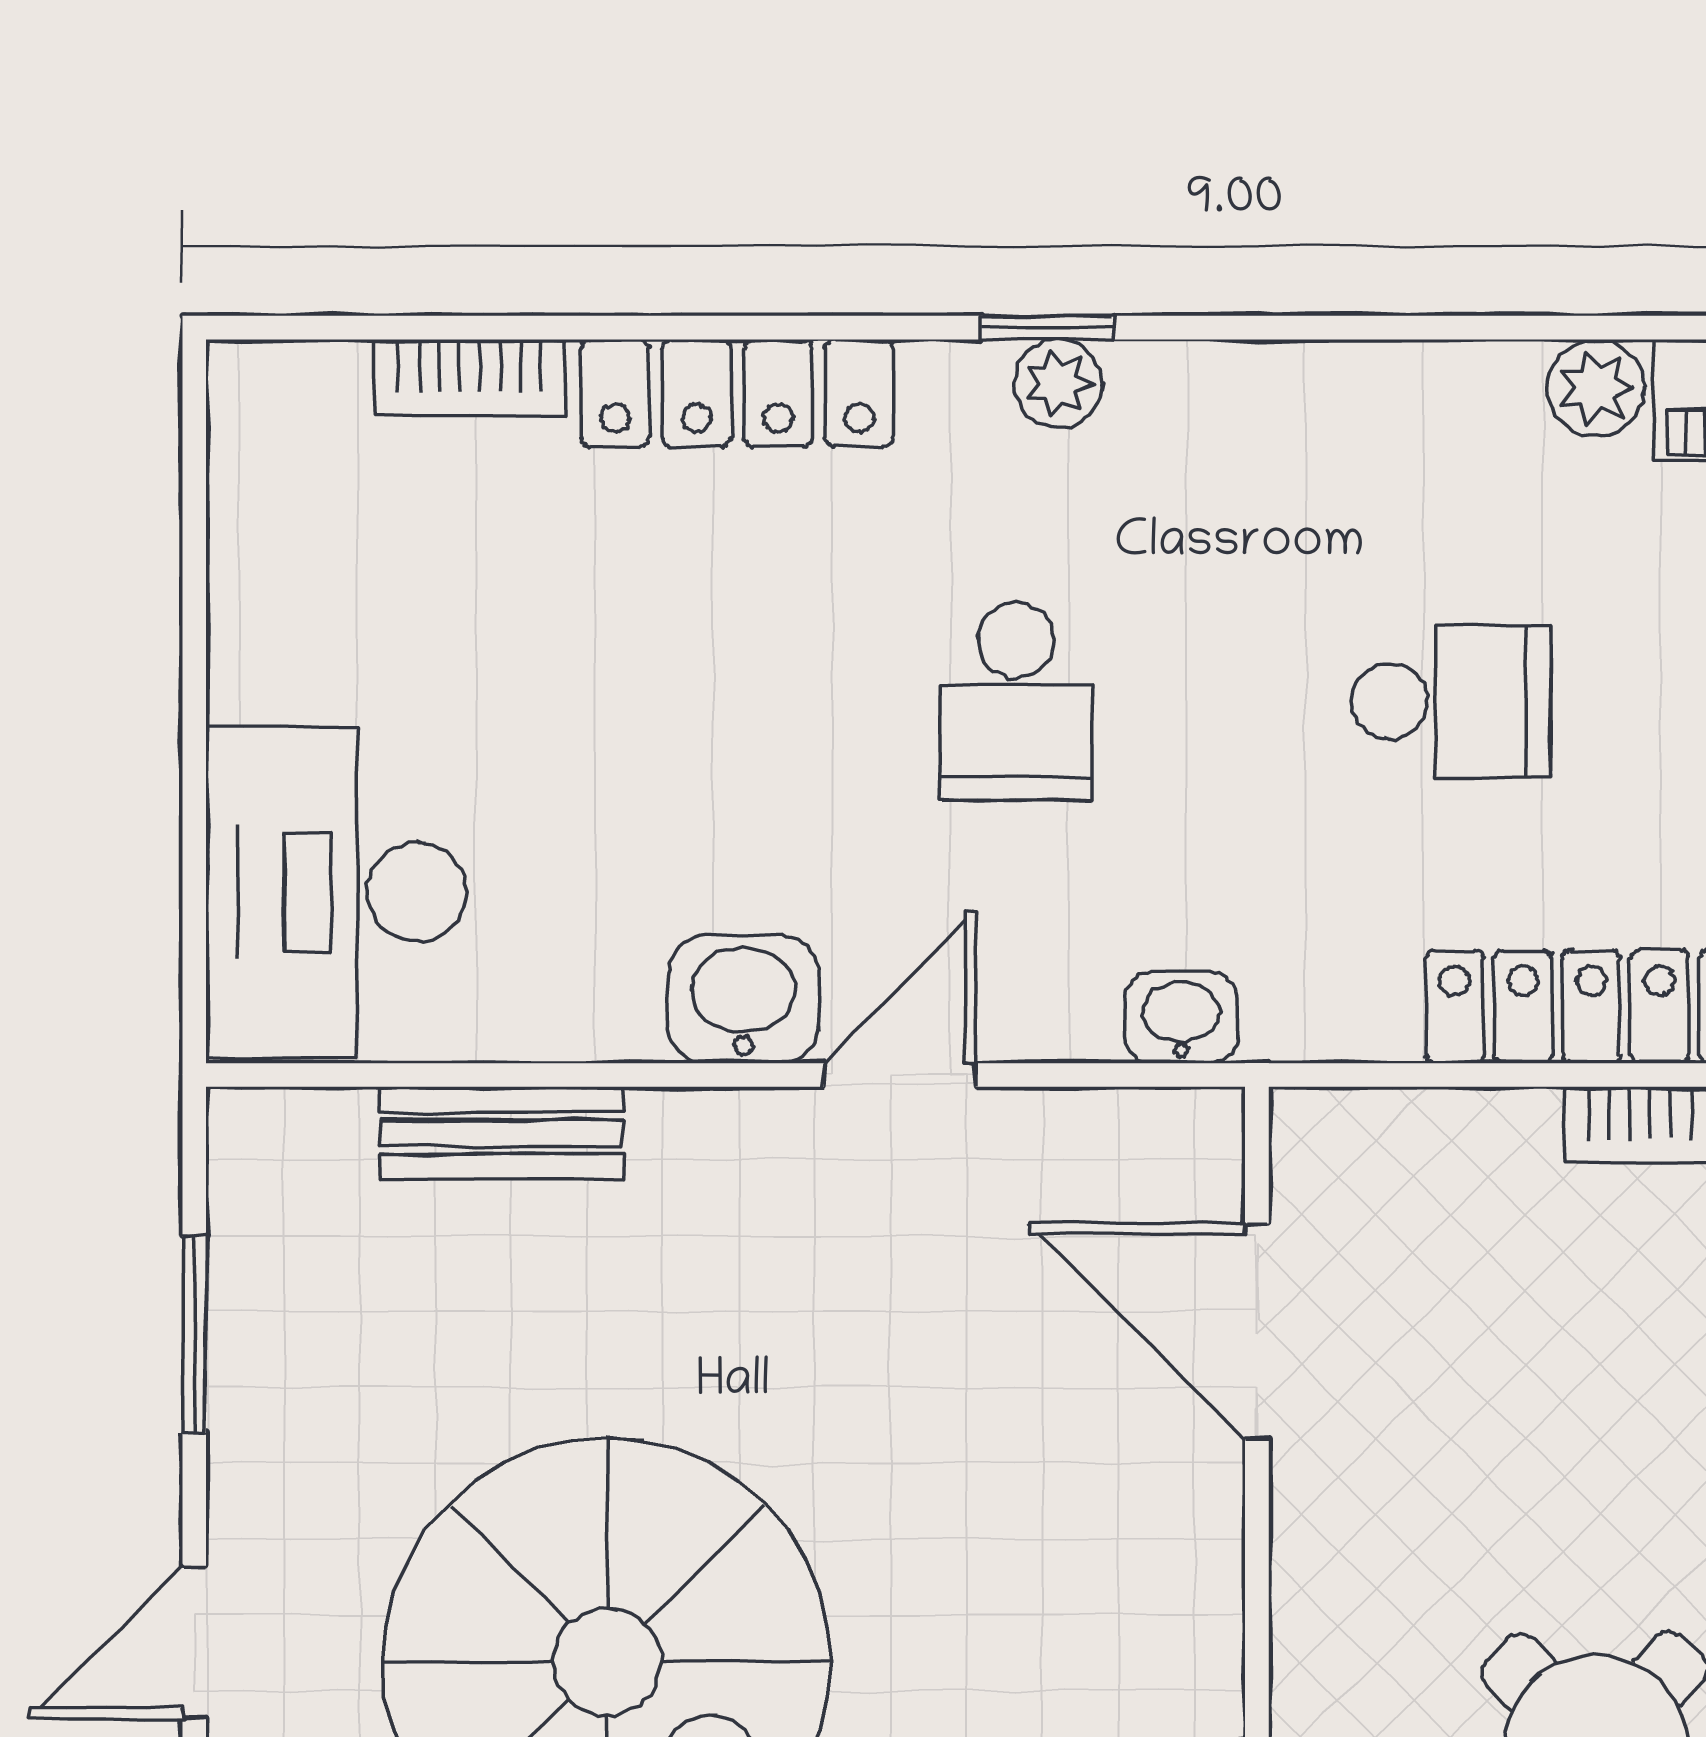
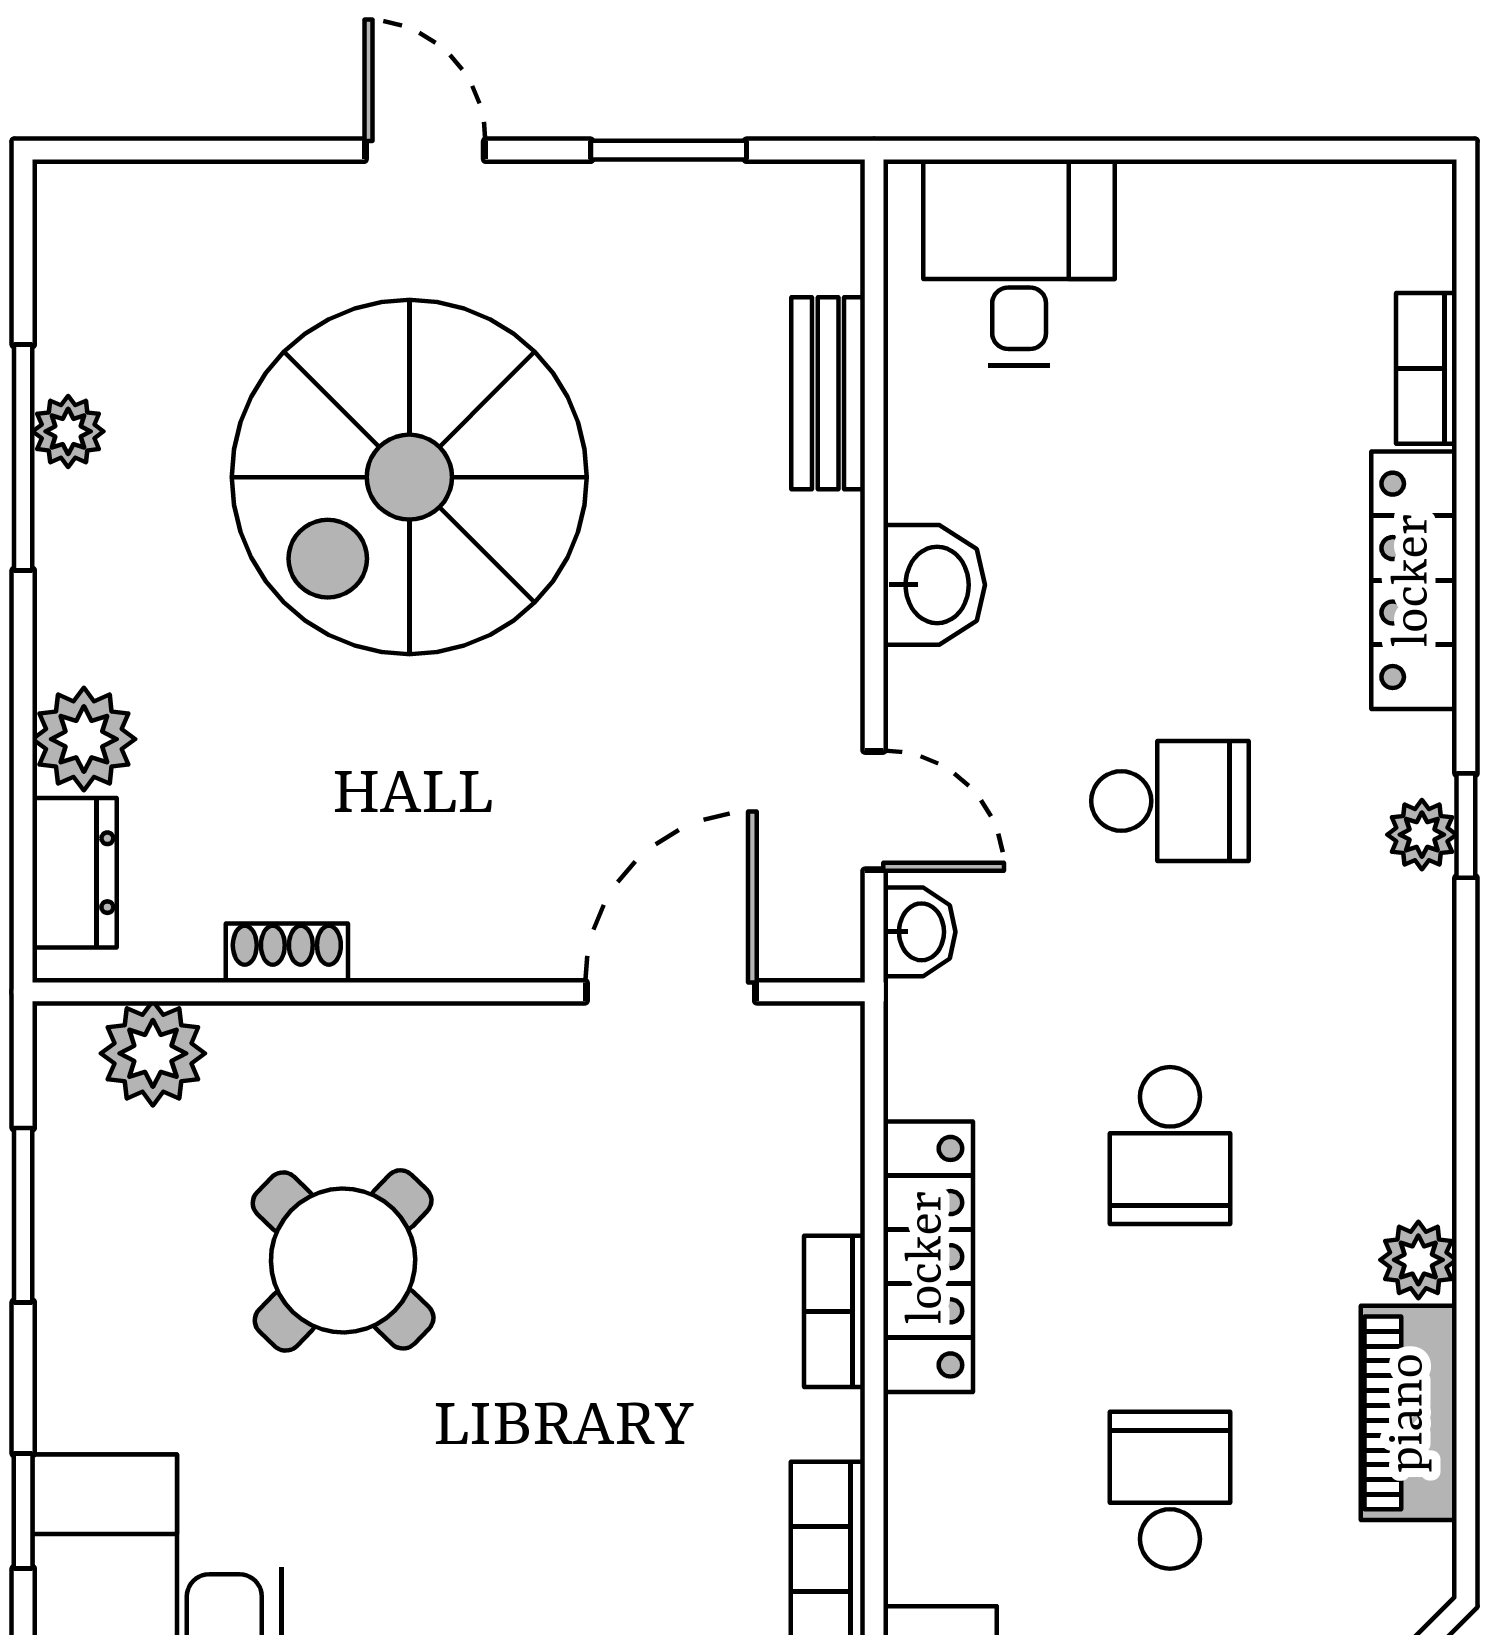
school desk: (1016, 701) -> (1170, 801), turned 180
desk: (336, 892) -> (1019, 263), width x0.73
door: (900, 1075) -> (874, 811), moved

